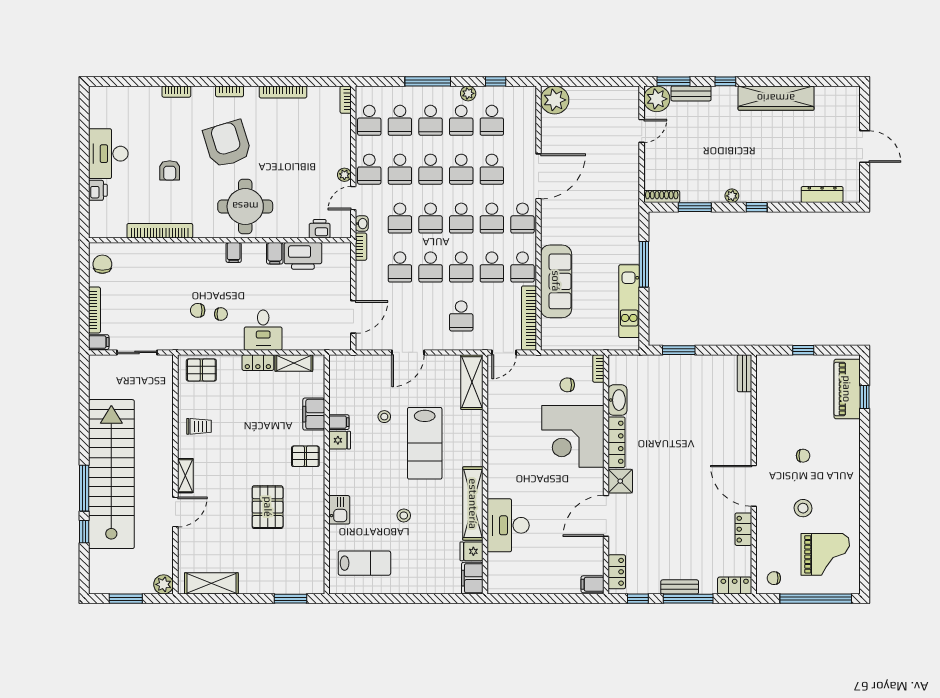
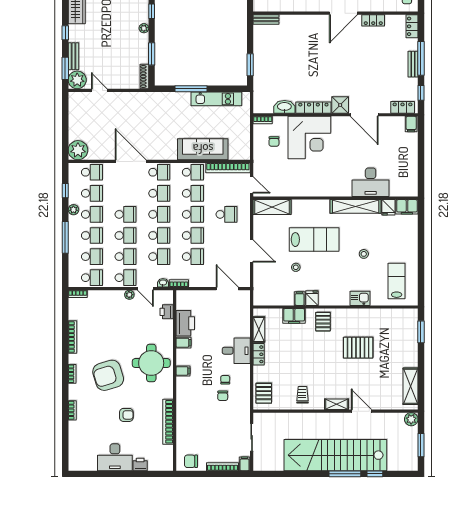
school desk: (492, 169) -> (92, 172), moved

